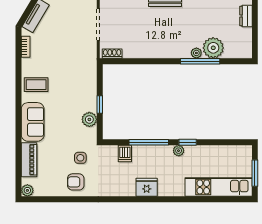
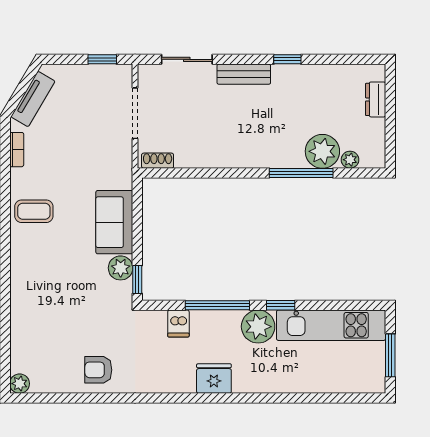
plant: (196, 53) -> (350, 160), moved
window: (100, 104) -> (137, 279), moved
sofa: (33, 122) -> (114, 222), moved, turned 180
plant: (179, 151) -> (258, 327), width x1.88, depth x1.88
side table: (80, 158) -> (106, 330), removed
piano: (29, 160) -> (22, 334), removed
kitchen unit: (219, 187) -> (331, 325), moved, turned 180

